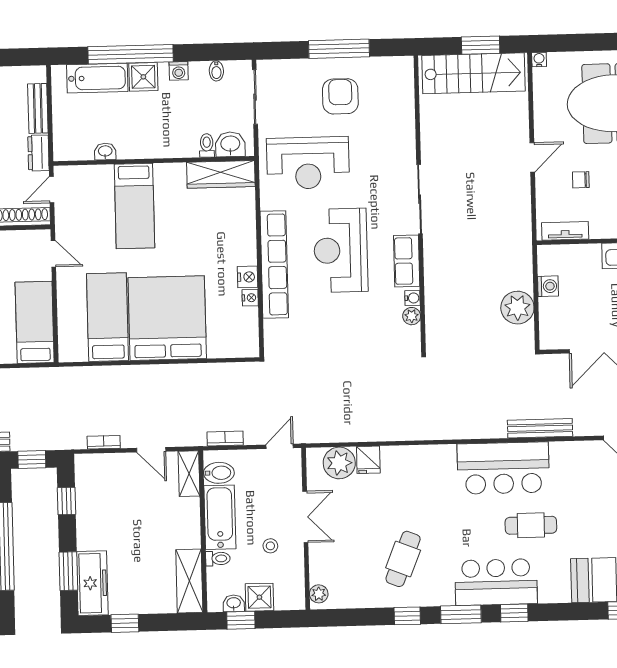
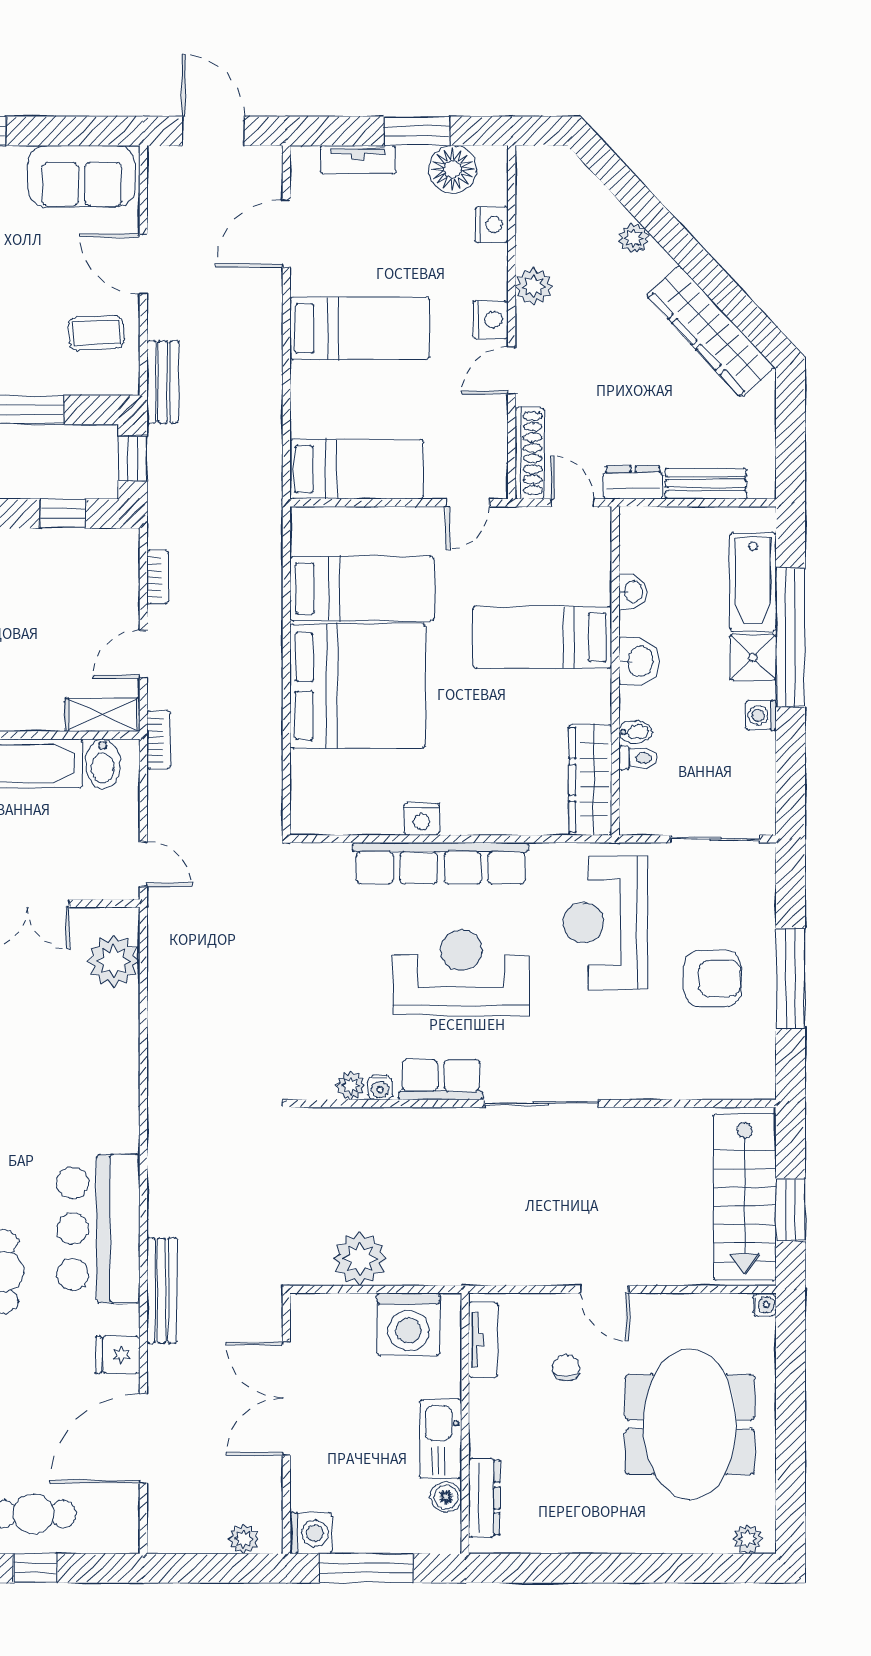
bidet: (216, 71) -> (636, 732), moved, turned 180
washbasin: (230, 144) -> (639, 661), moved
washing machine: (548, 286) -> (408, 1324), width x1.89, depth x1.89
nightstand: (250, 298) -> (388, 822), removed
bookcase: (225, 438) -> (159, 740), moved
fridge: (368, 460) -> (118, 1355), moved

